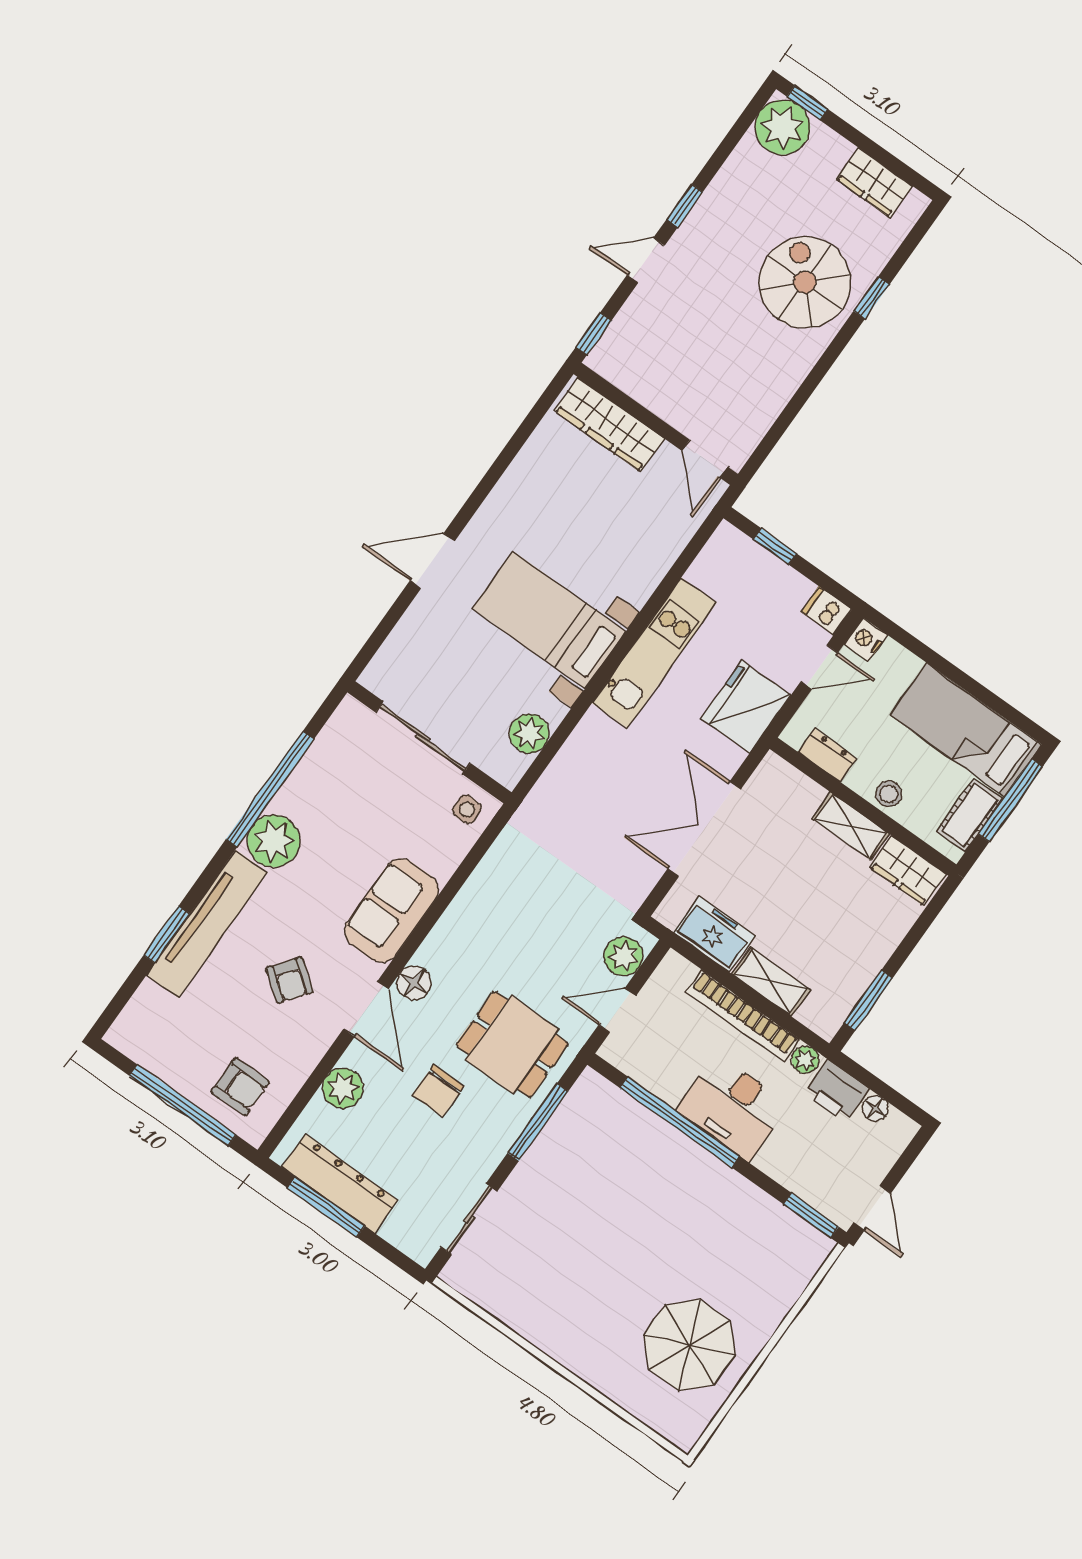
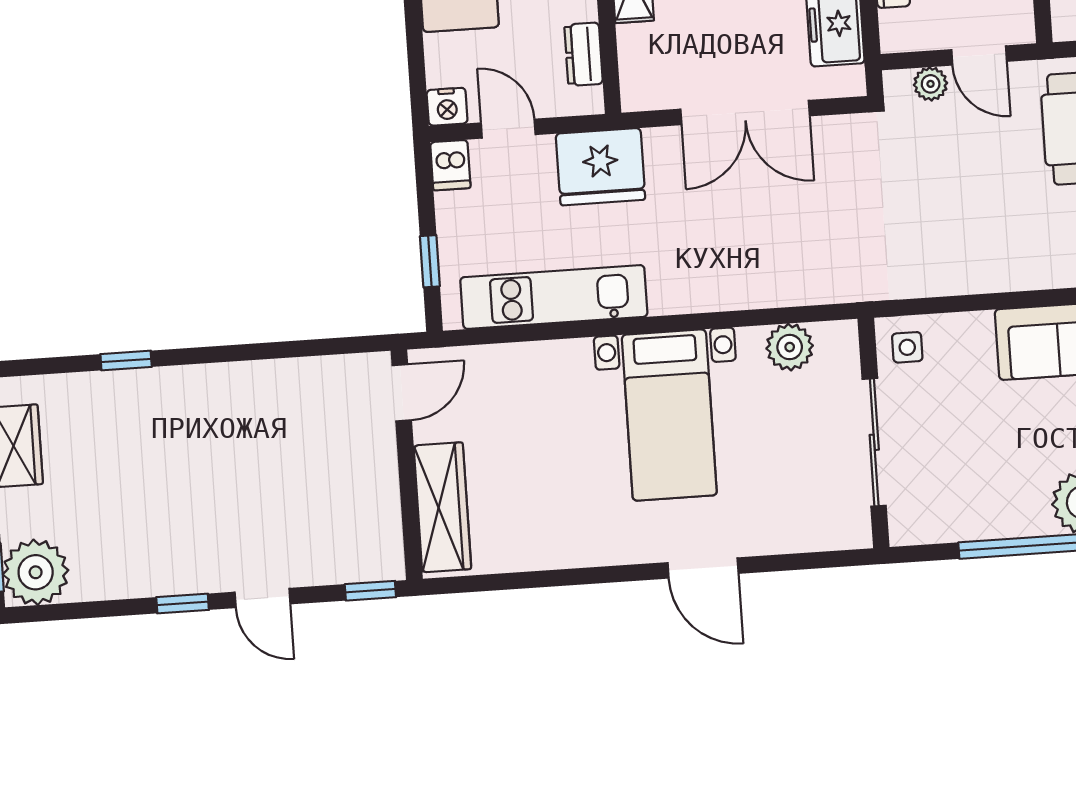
spiral stairs: (805, 282) -> (162, 434), removed
kitchen unit: (654, 653) -> (554, 297), moved
plant: (624, 956) -> (931, 84), width x0.73, depth x0.73

